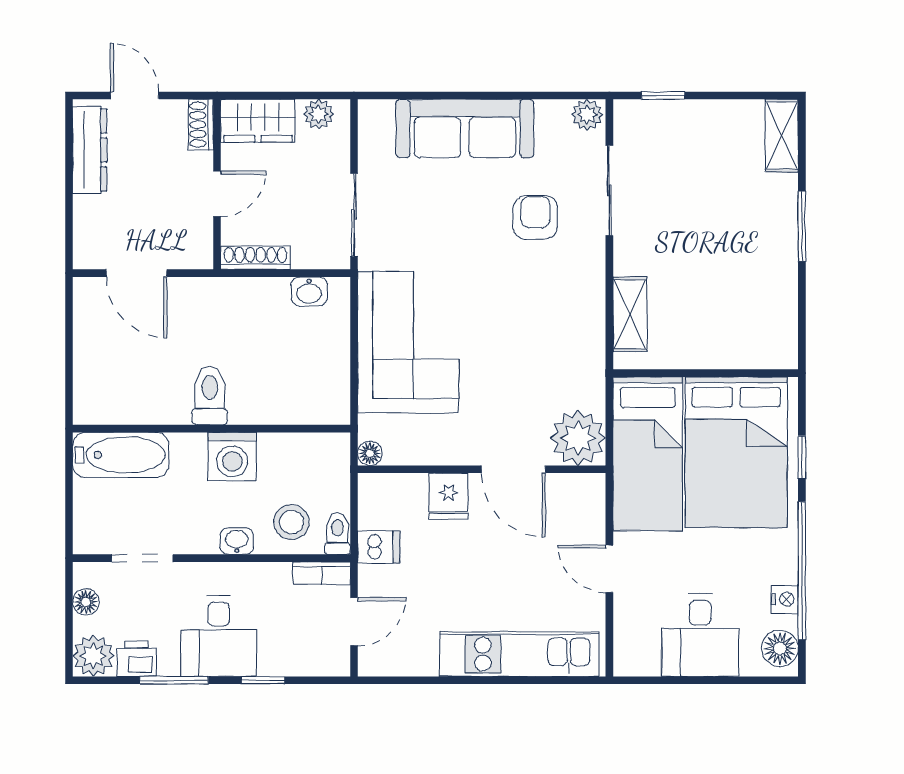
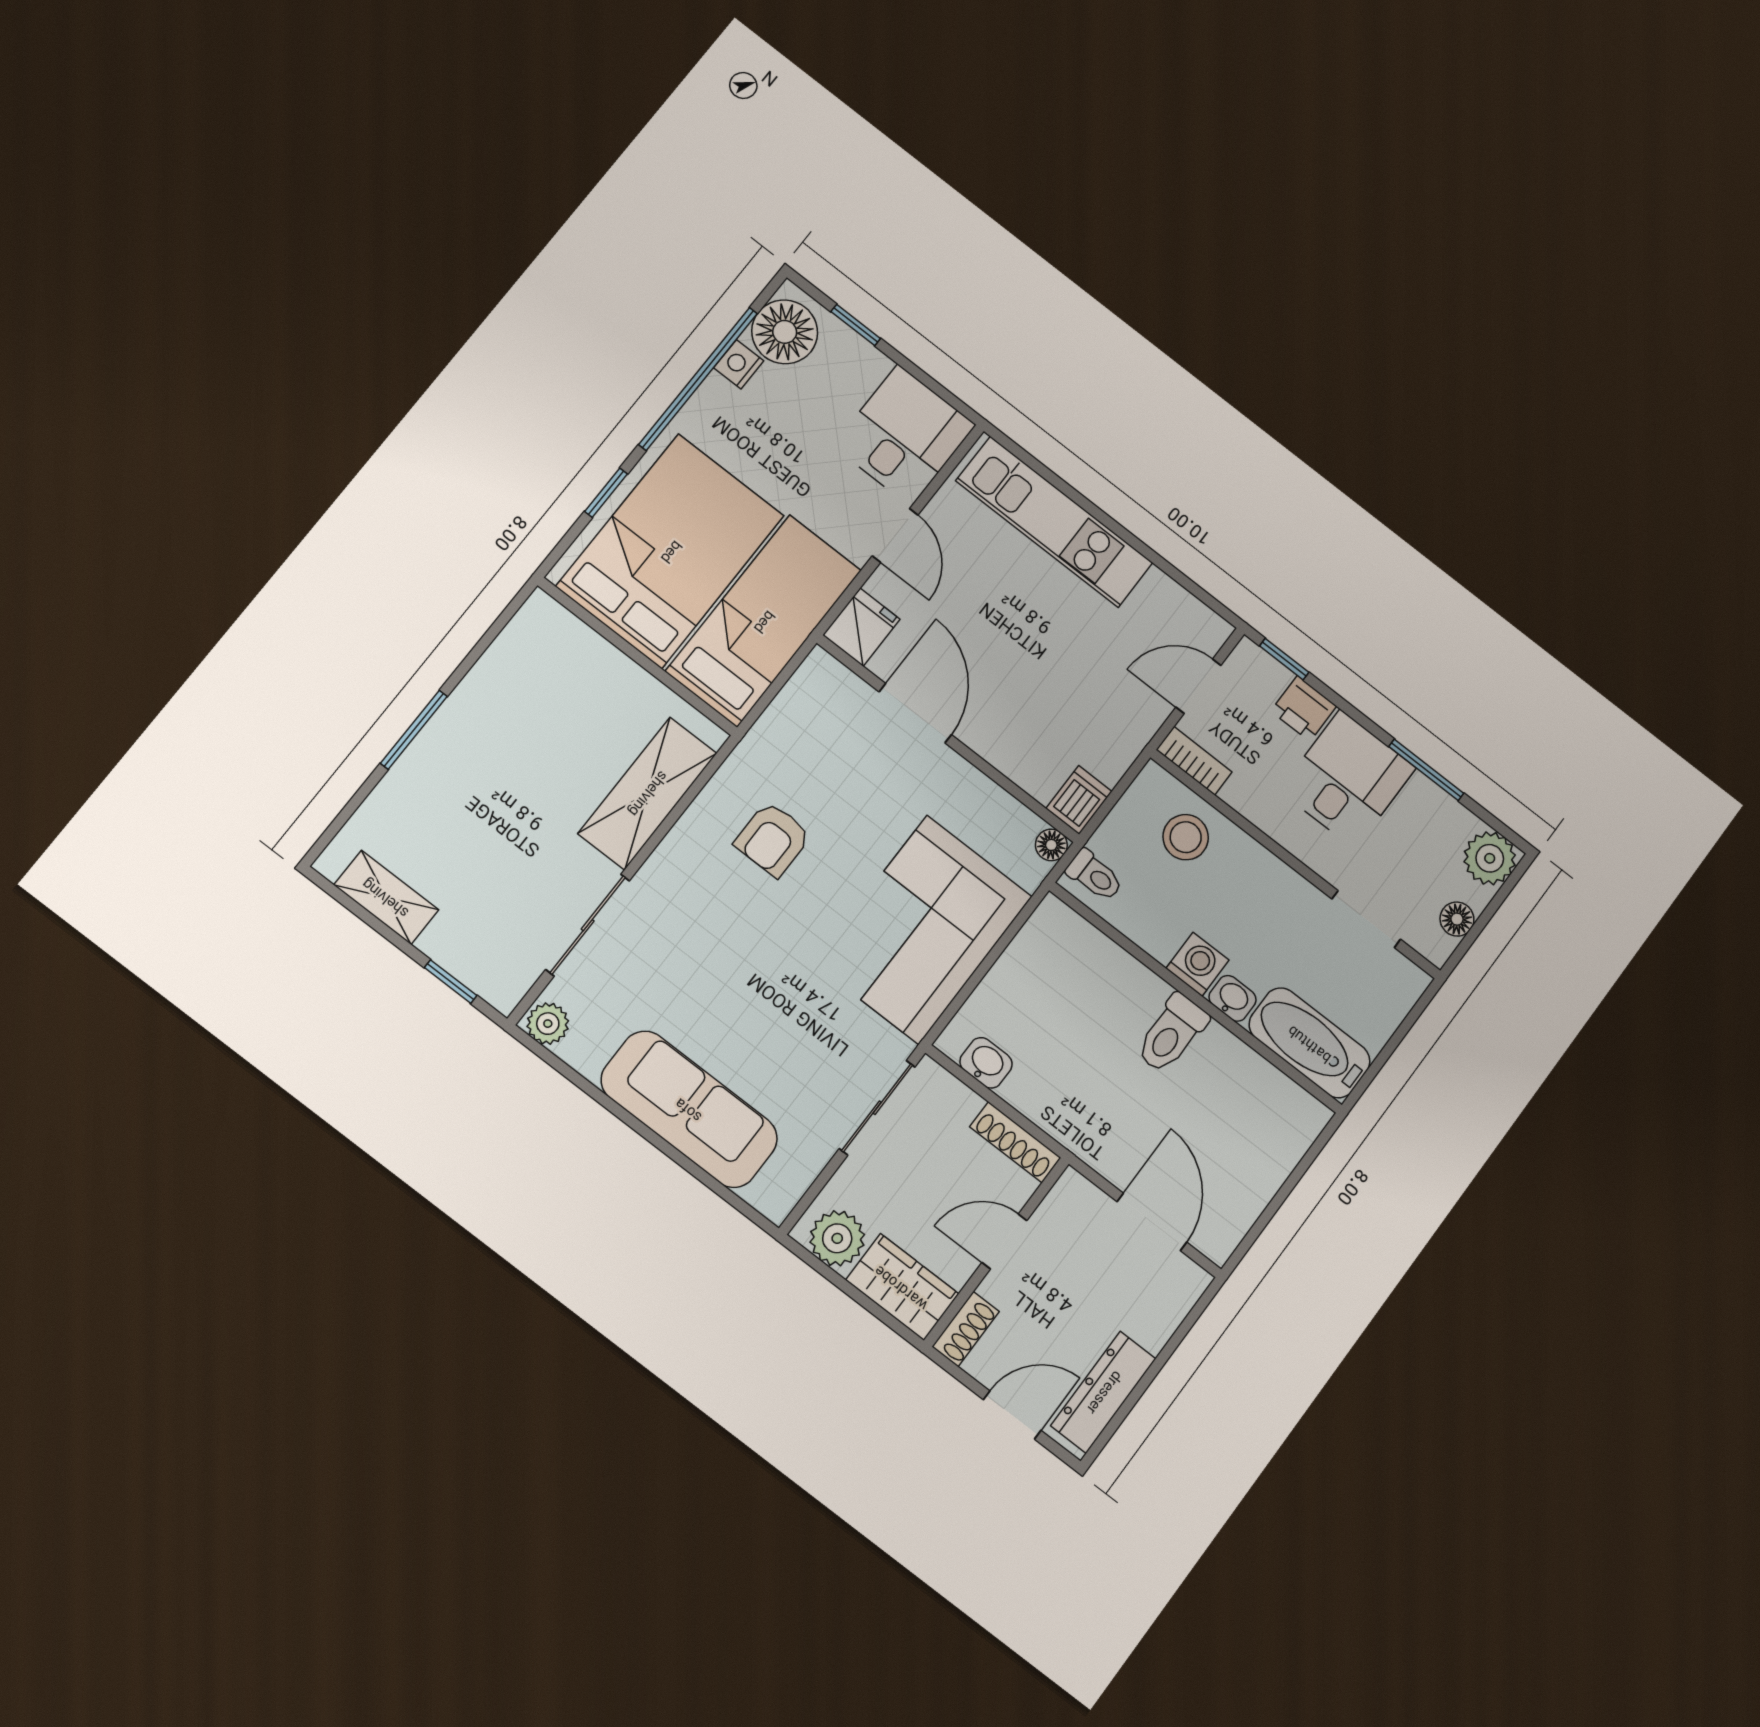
door: (135, 95) -> (1012, 1415), swing flipped
plant: (319, 114) -> (837, 1238), width x1.38, depth x1.38
shelving: (782, 136) -> (386, 897), moved, turned 90
armchair: (535, 217) -> (773, 839), moved
shelving: (630, 314) -> (647, 793), width x1.50, depth x1.33
plant: (578, 438) -> (823, 693), removed
washing machine: (232, 456) -> (1197, 964), width x0.73, depth x0.73
fridge: (449, 496) -> (861, 627), moved
toilet: (337, 534) -> (1095, 875), moved, turned -90
washbasin: (237, 541) -> (1232, 998), moved, turned 180
dishwasher: (379, 547) -> (1079, 800), moved, turned 90
desk: (700, 635) -> (904, 435), moved
floor lamp: (780, 648) -> (785, 332), width x1.38, depth x1.38
printer: (137, 659) -> (1304, 709), moved
window: (263, 680) -> (1284, 659), moved
window: (734, 680) -> (856, 325), added

